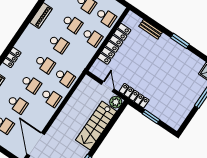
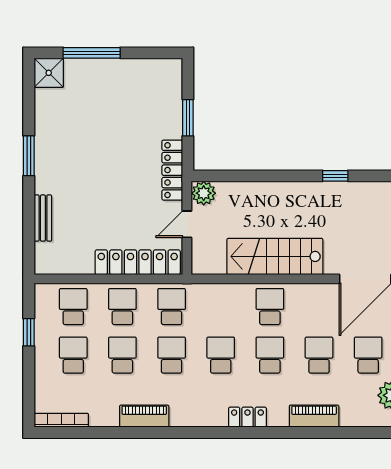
locker: (114, 44) -> (138, 262), moved
school desk: (65, 77) -> (172, 307), moved
stairs: (96, 126) -> (275, 256), moved, turned 180

